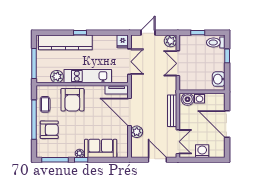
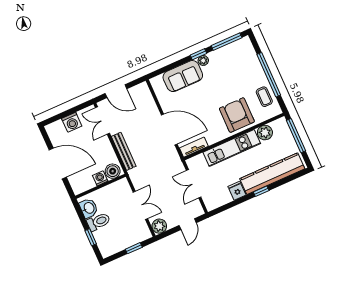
fridge: (123, 41) -> (237, 191), moved
toilet: (216, 43) -> (99, 222), moved
armchair: (49, 130) -> (247, 71), removed
plant: (137, 132) -> (152, 111), removed

